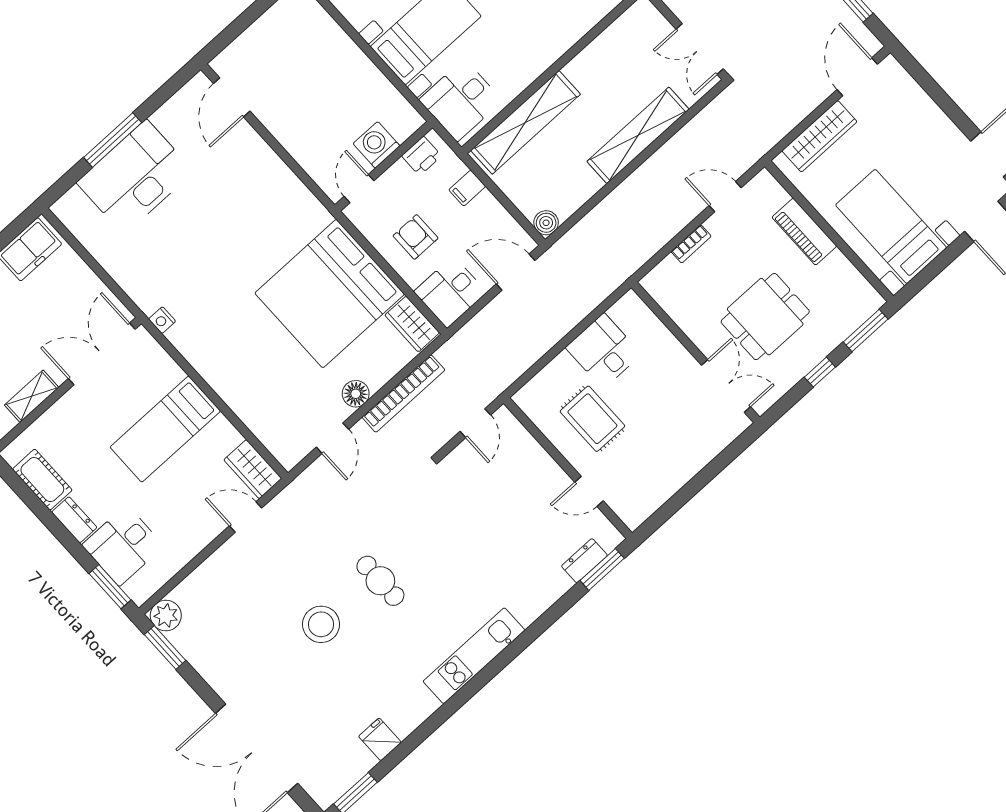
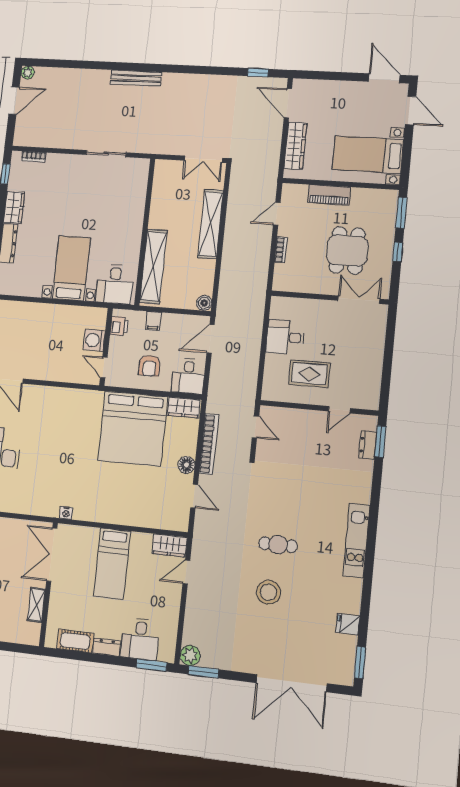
armchair: (416, 237) -> (149, 366), turned -90

